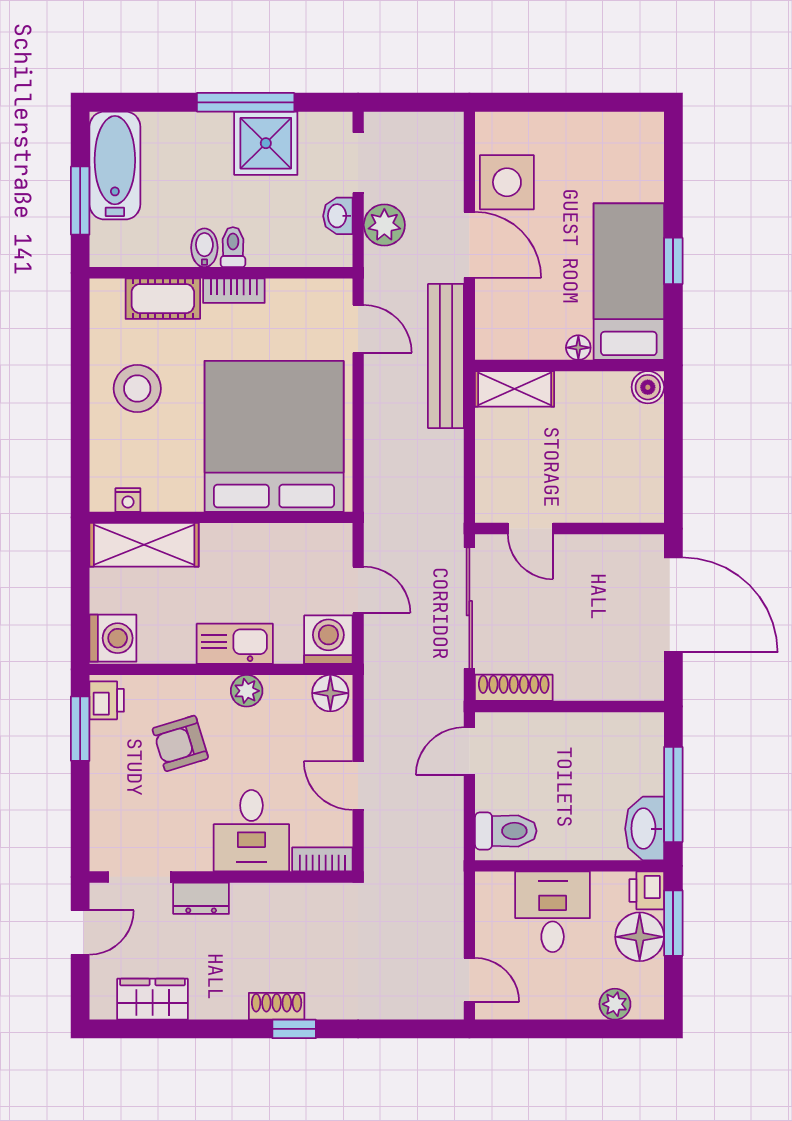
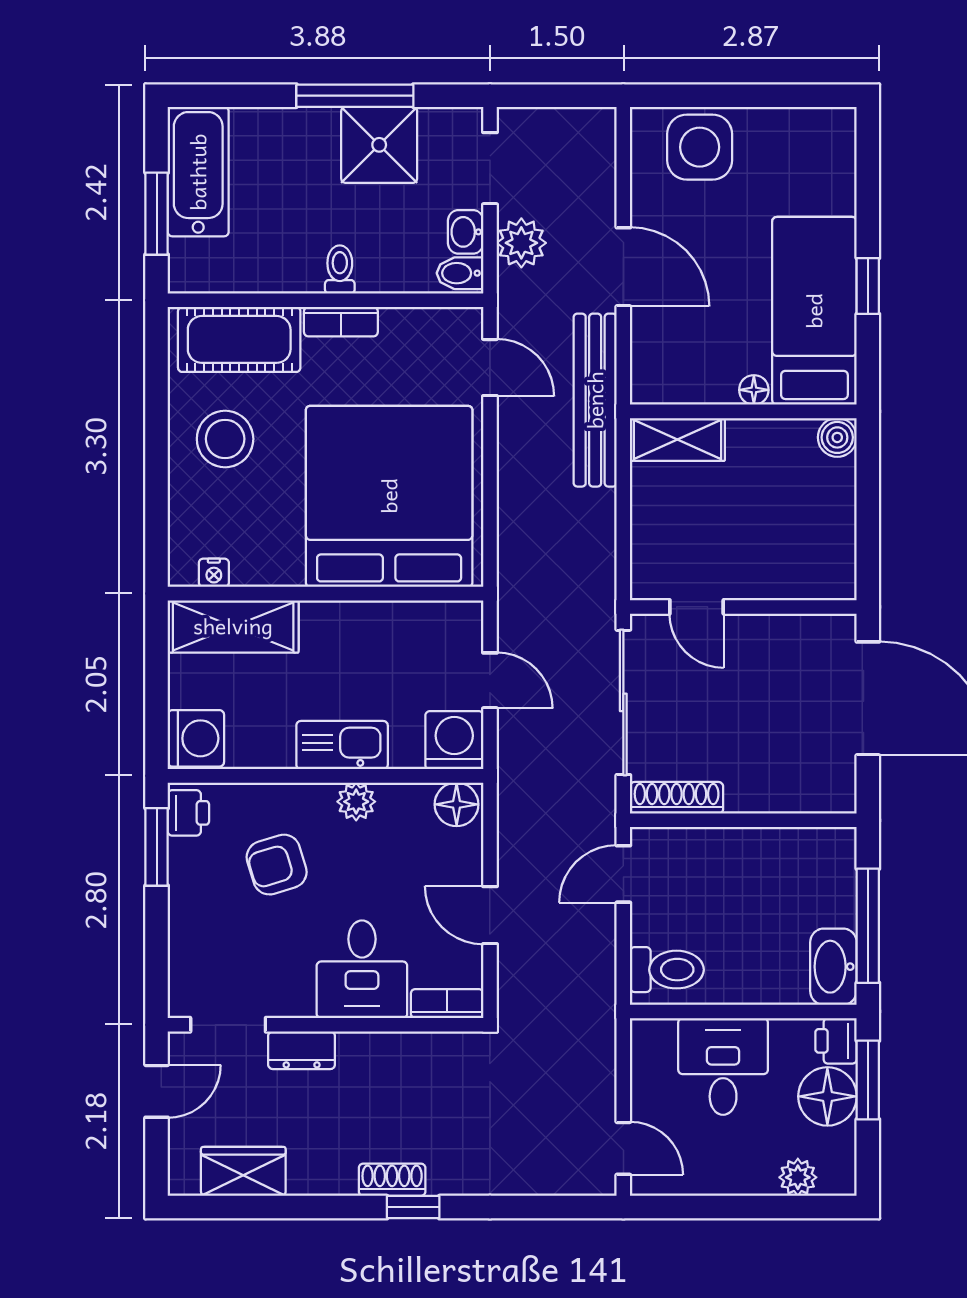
side table: (507, 182) -> (700, 147), moved
bidet: (204, 248) -> (460, 273), moved, turned -90
cot: (163, 299) -> (239, 339), width x1.37, depth x1.34

